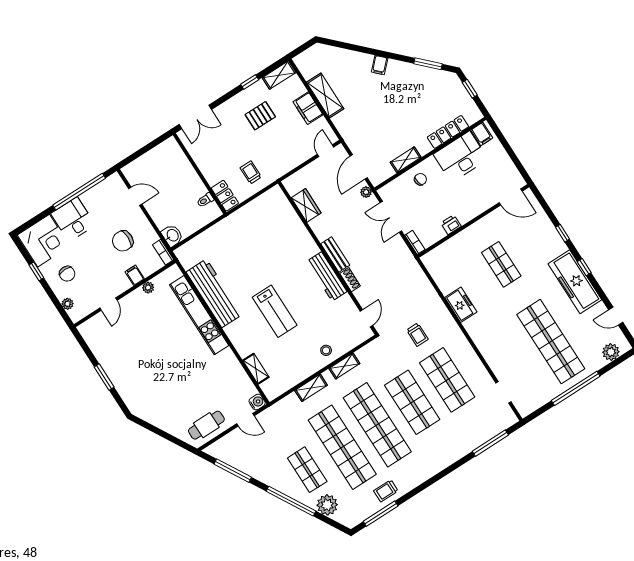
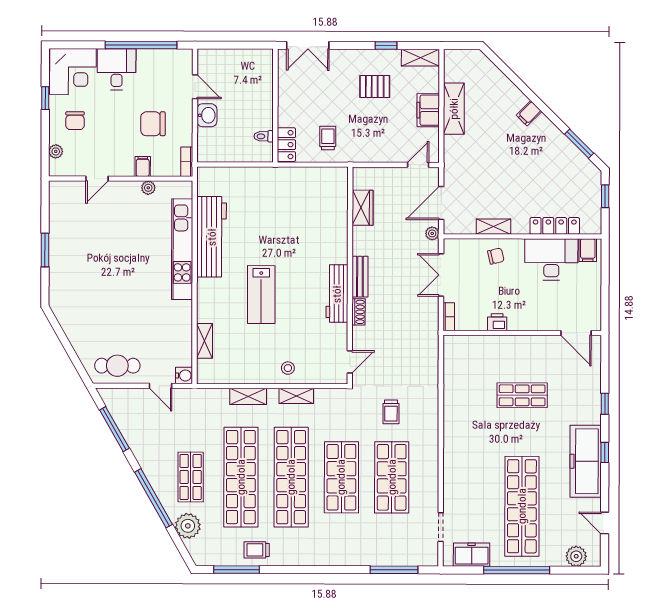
washbasin: (172, 235) -> (207, 115), moved
shop shelf: (501, 264) -> (522, 395), turned 90
freezer: (461, 305) -> (472, 555), moved, turned -90

